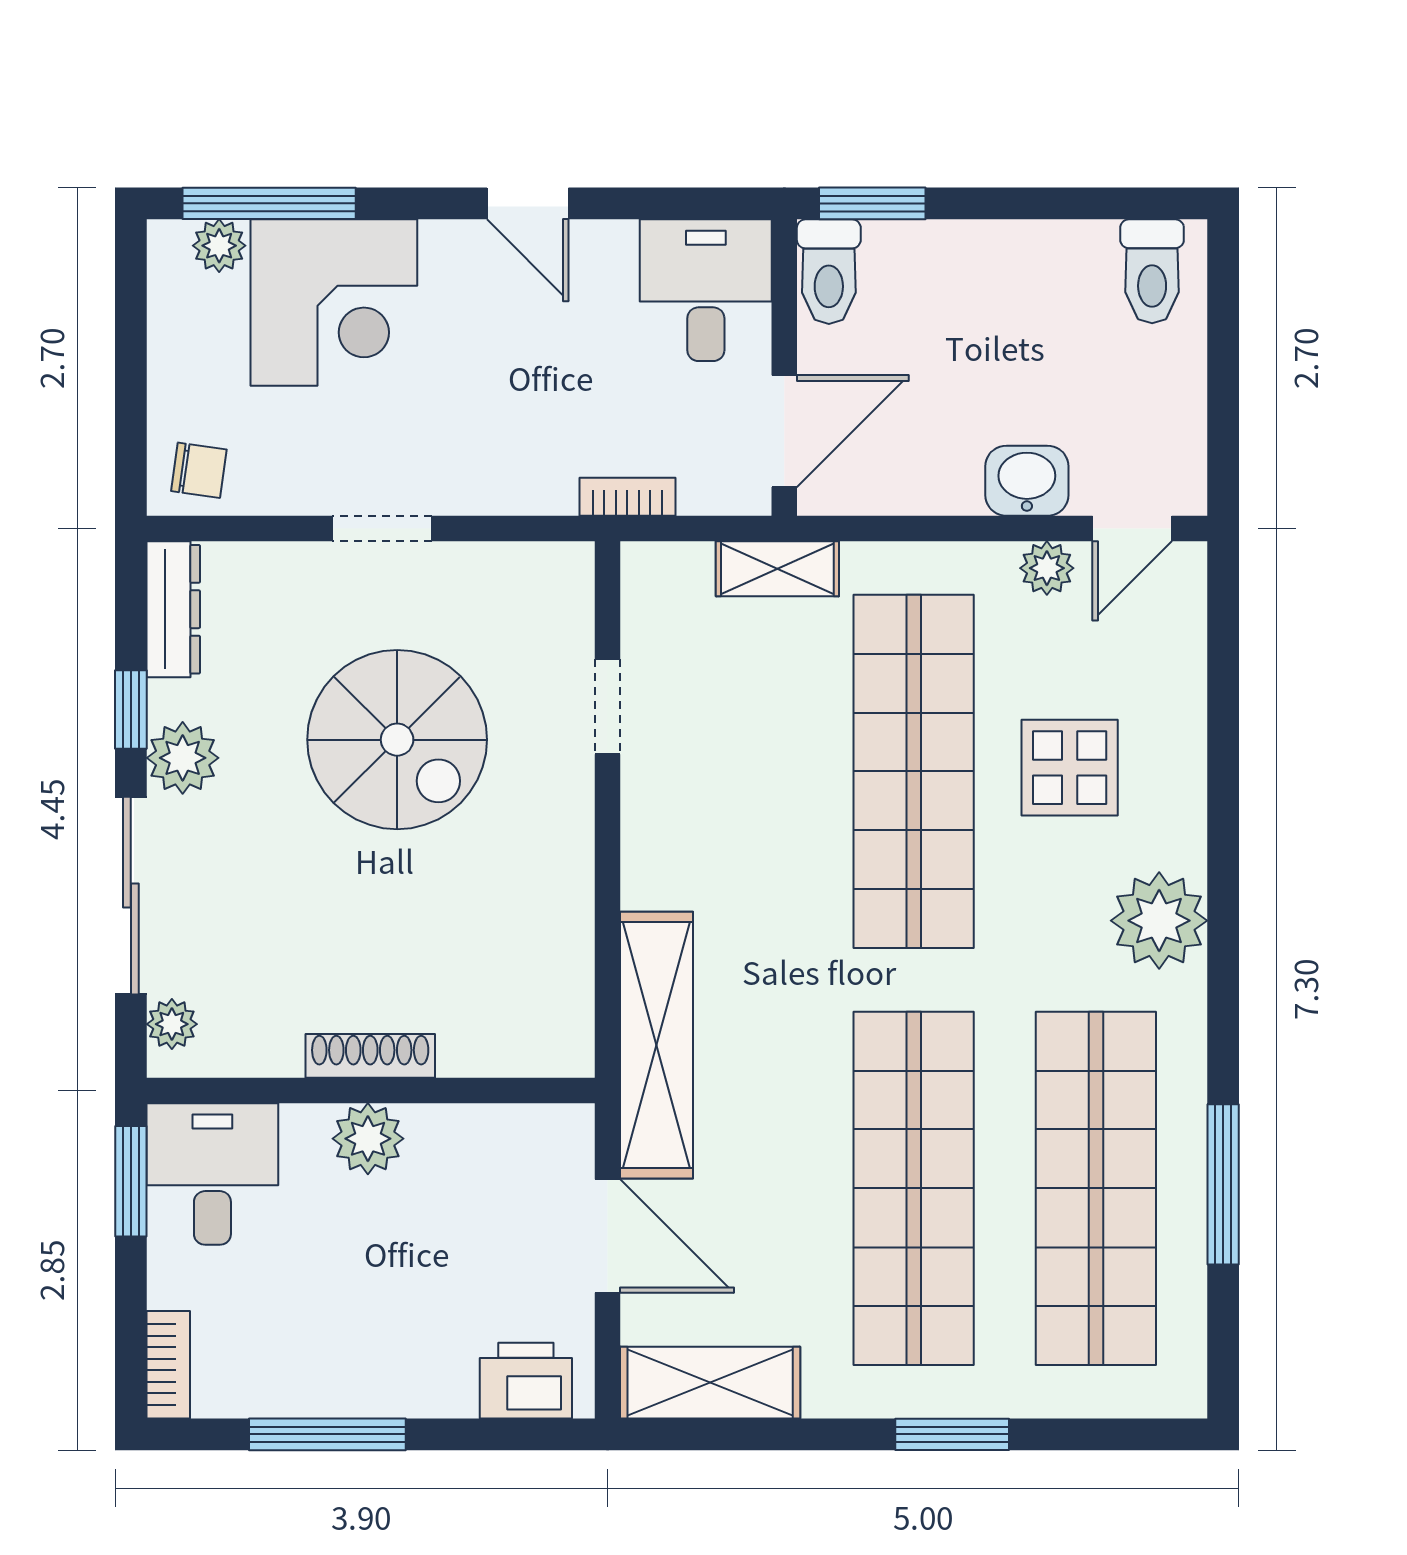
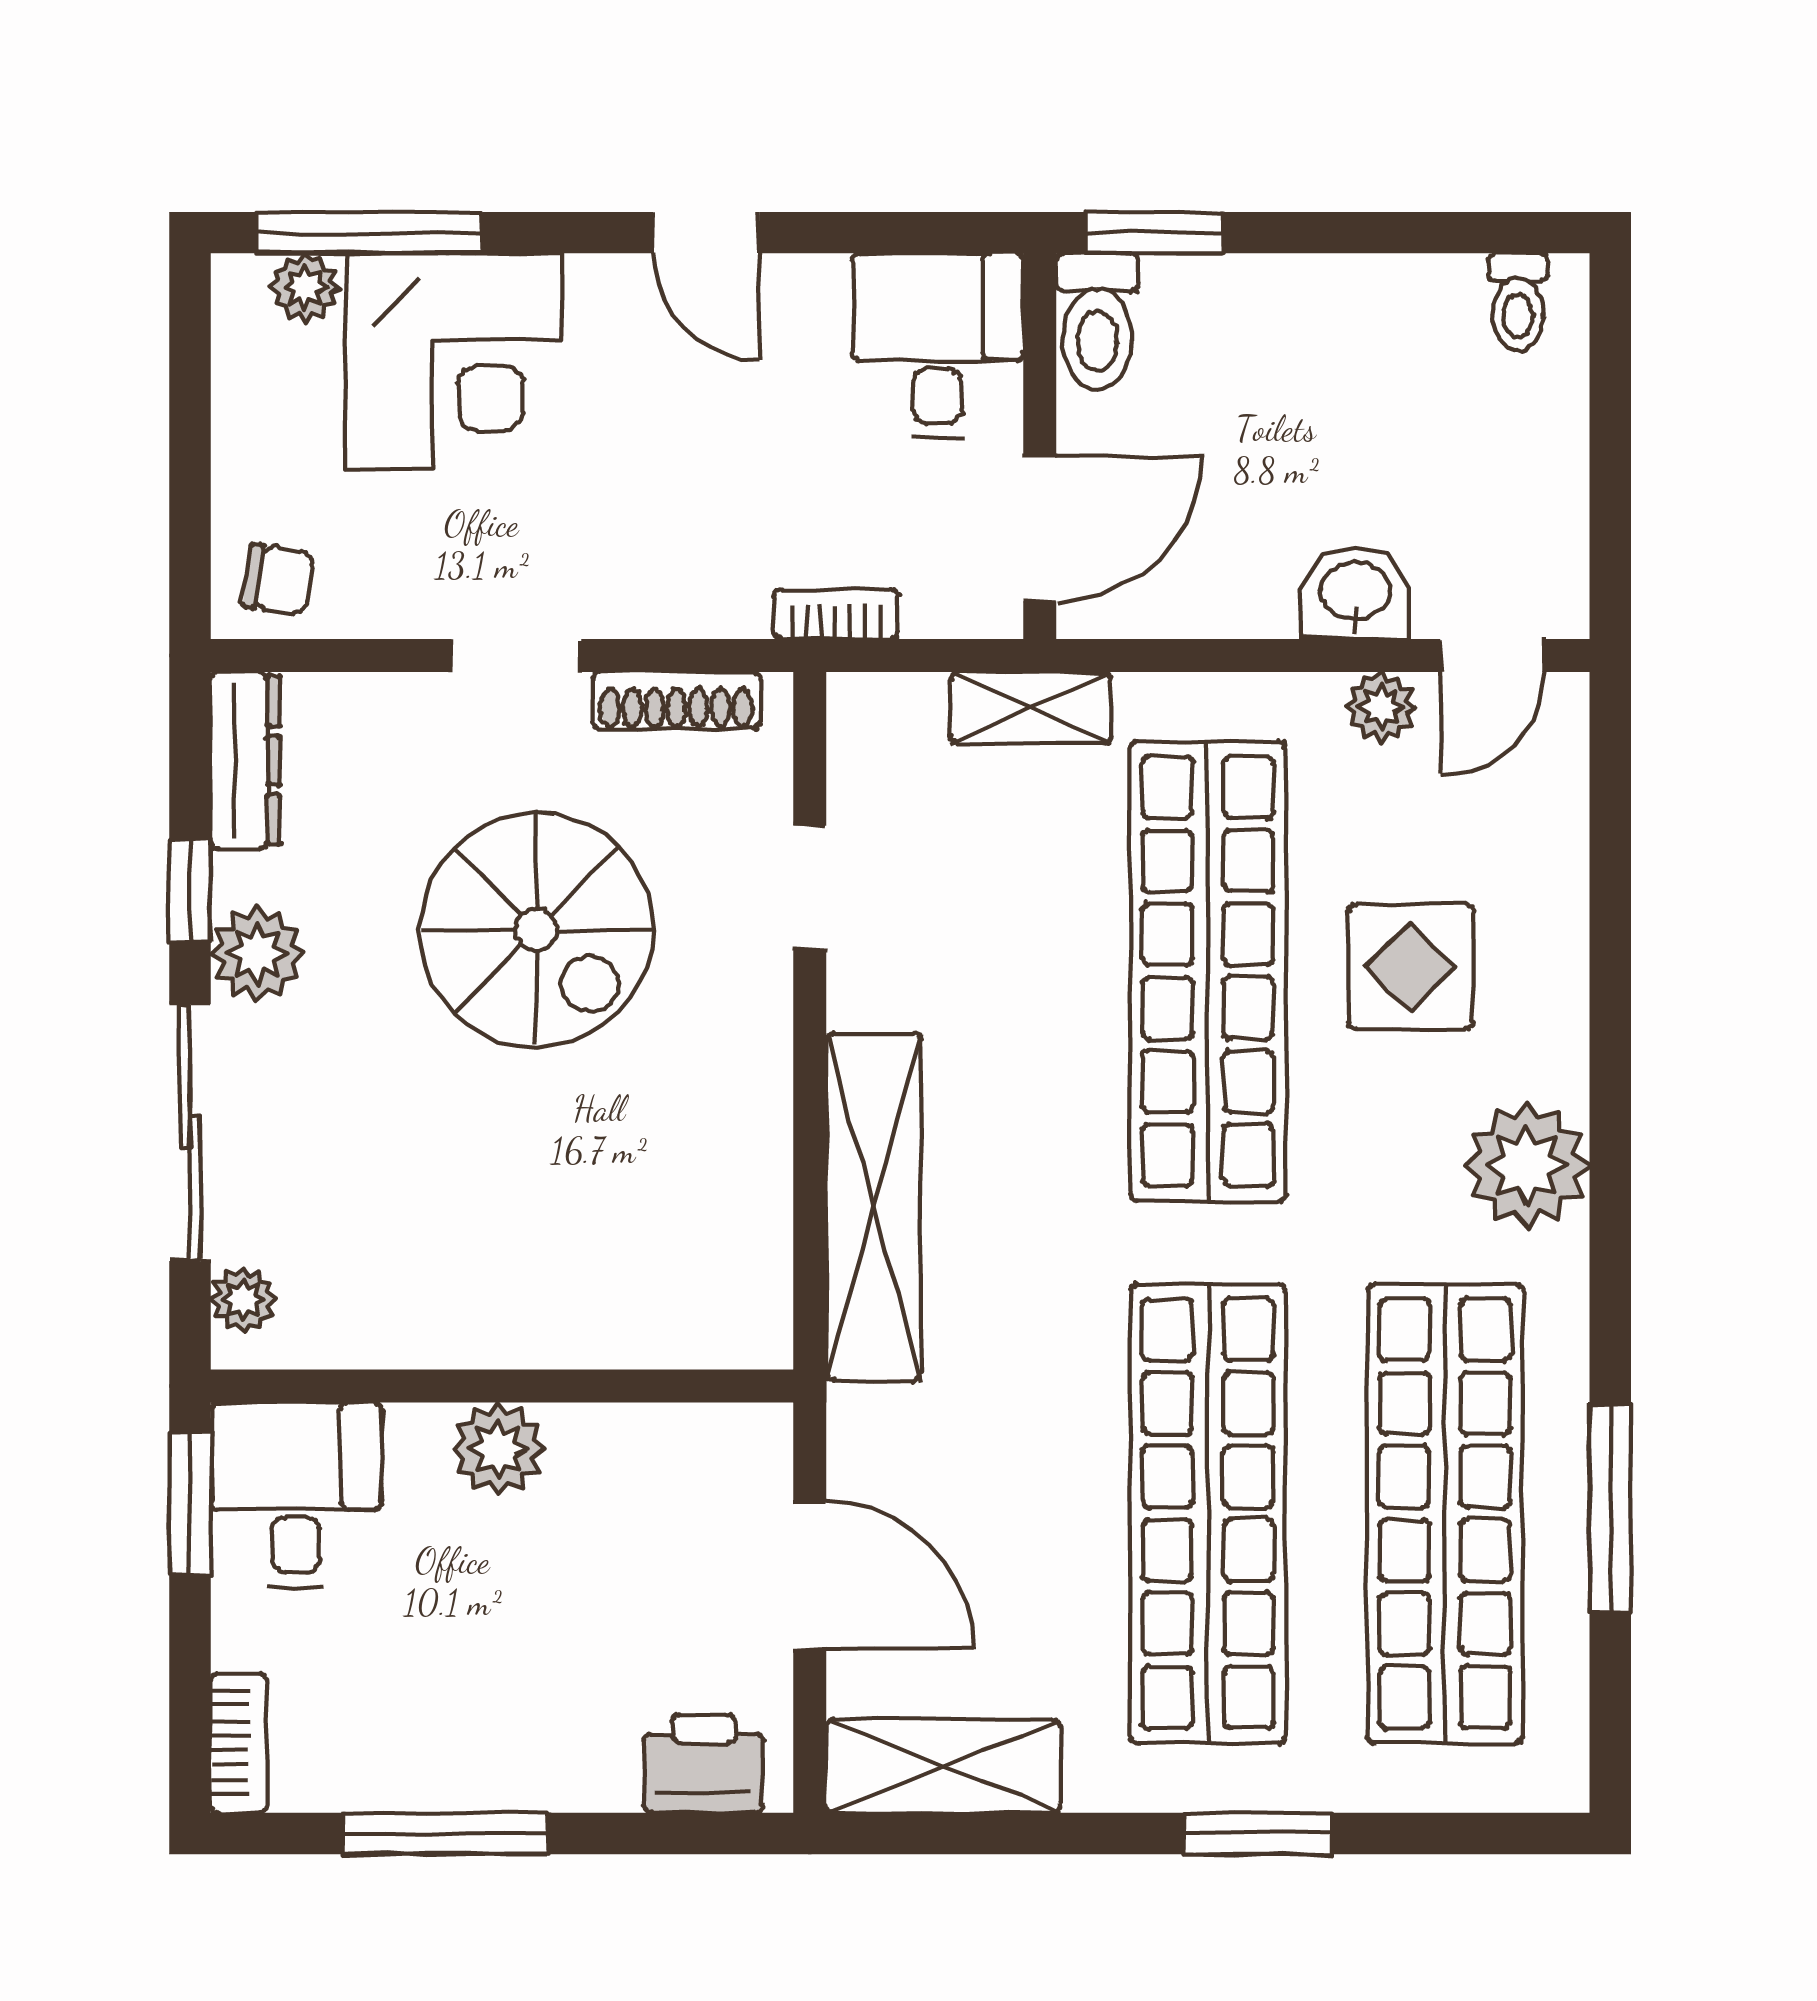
toilet: (1152, 271) -> (1518, 302), width x0.73, depth x0.72
shelving: (657, 1045) -> (874, 1207), moved
shoe rack: (370, 1056) -> (676, 700), moved, turned 180

